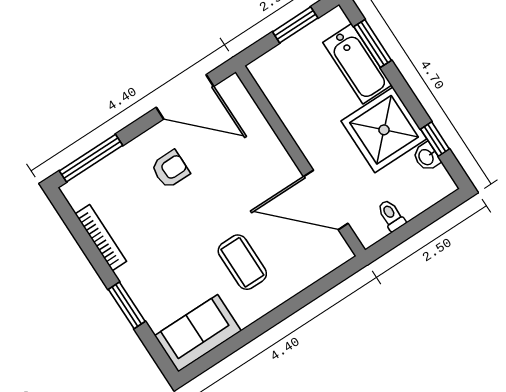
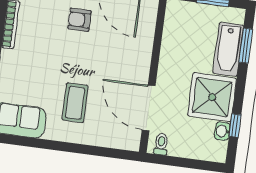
armchair: (170, 169) -> (79, 20), turned 180
toilet: (391, 215) -> (161, 144), moved

